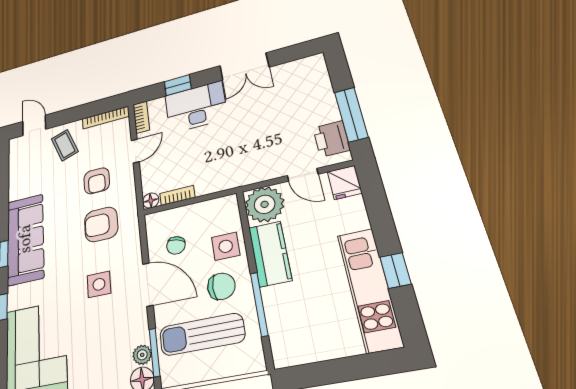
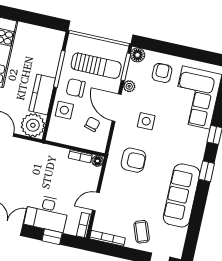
armchair: (97, 181) -> (162, 73), moved
sofa: (25, 239) -> (182, 195), moved
plant: (142, 355) -> (129, 86), moved

